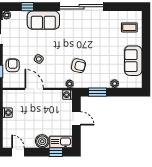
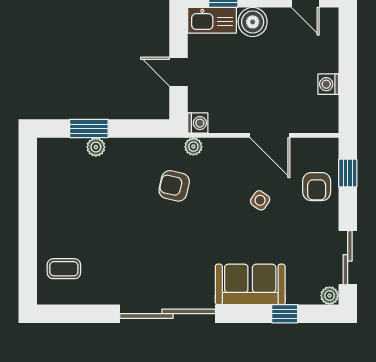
sofa: (133, 61) -> (55, 197), removed
window: (97, 92) -> (89, 129), moved

